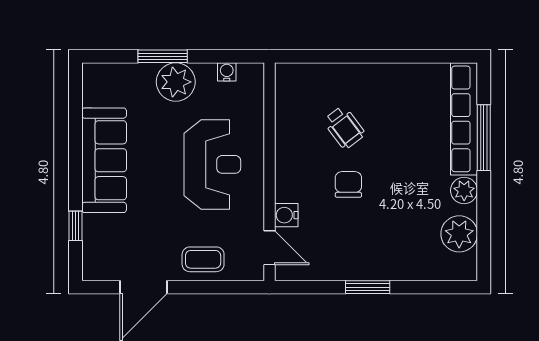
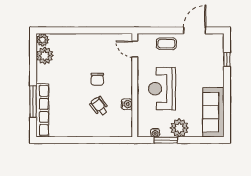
window: (163, 56) -> (166, 140), moved
sofa: (104, 160) -> (213, 112), moved
plant: (464, 190) -> (42, 40), moved
water cooler: (286, 215) -> (127, 104), moved
window: (368, 287) -> (88, 30), removed

